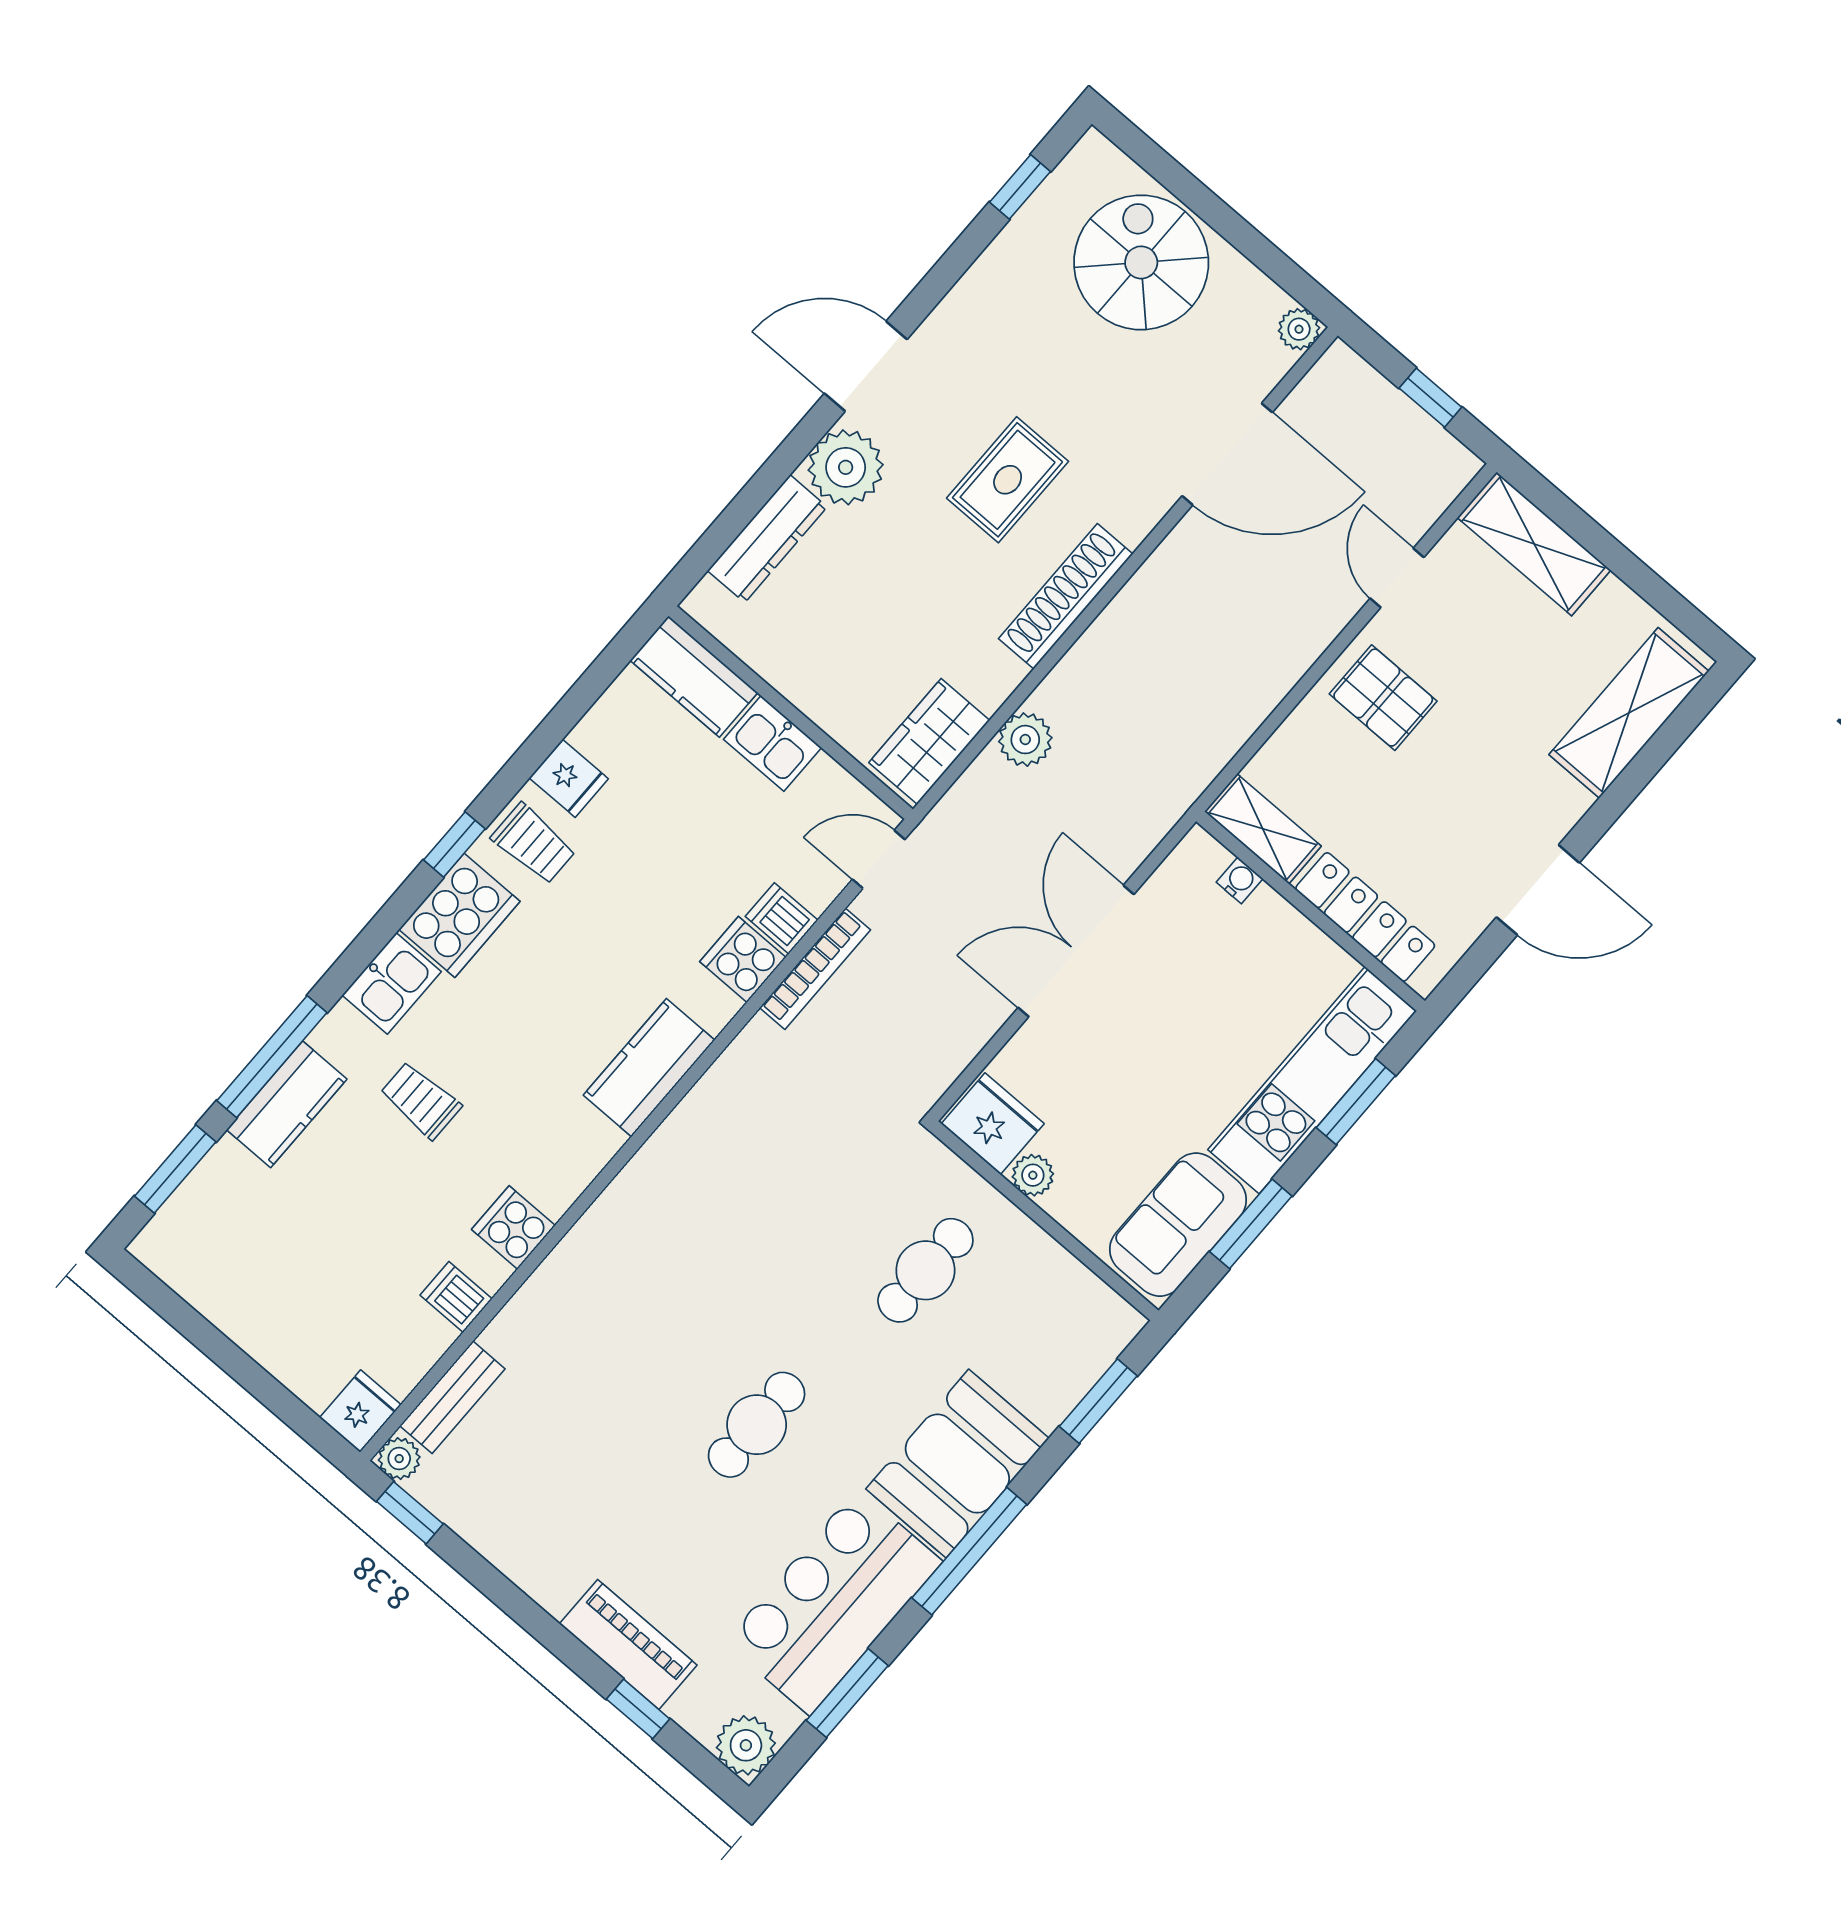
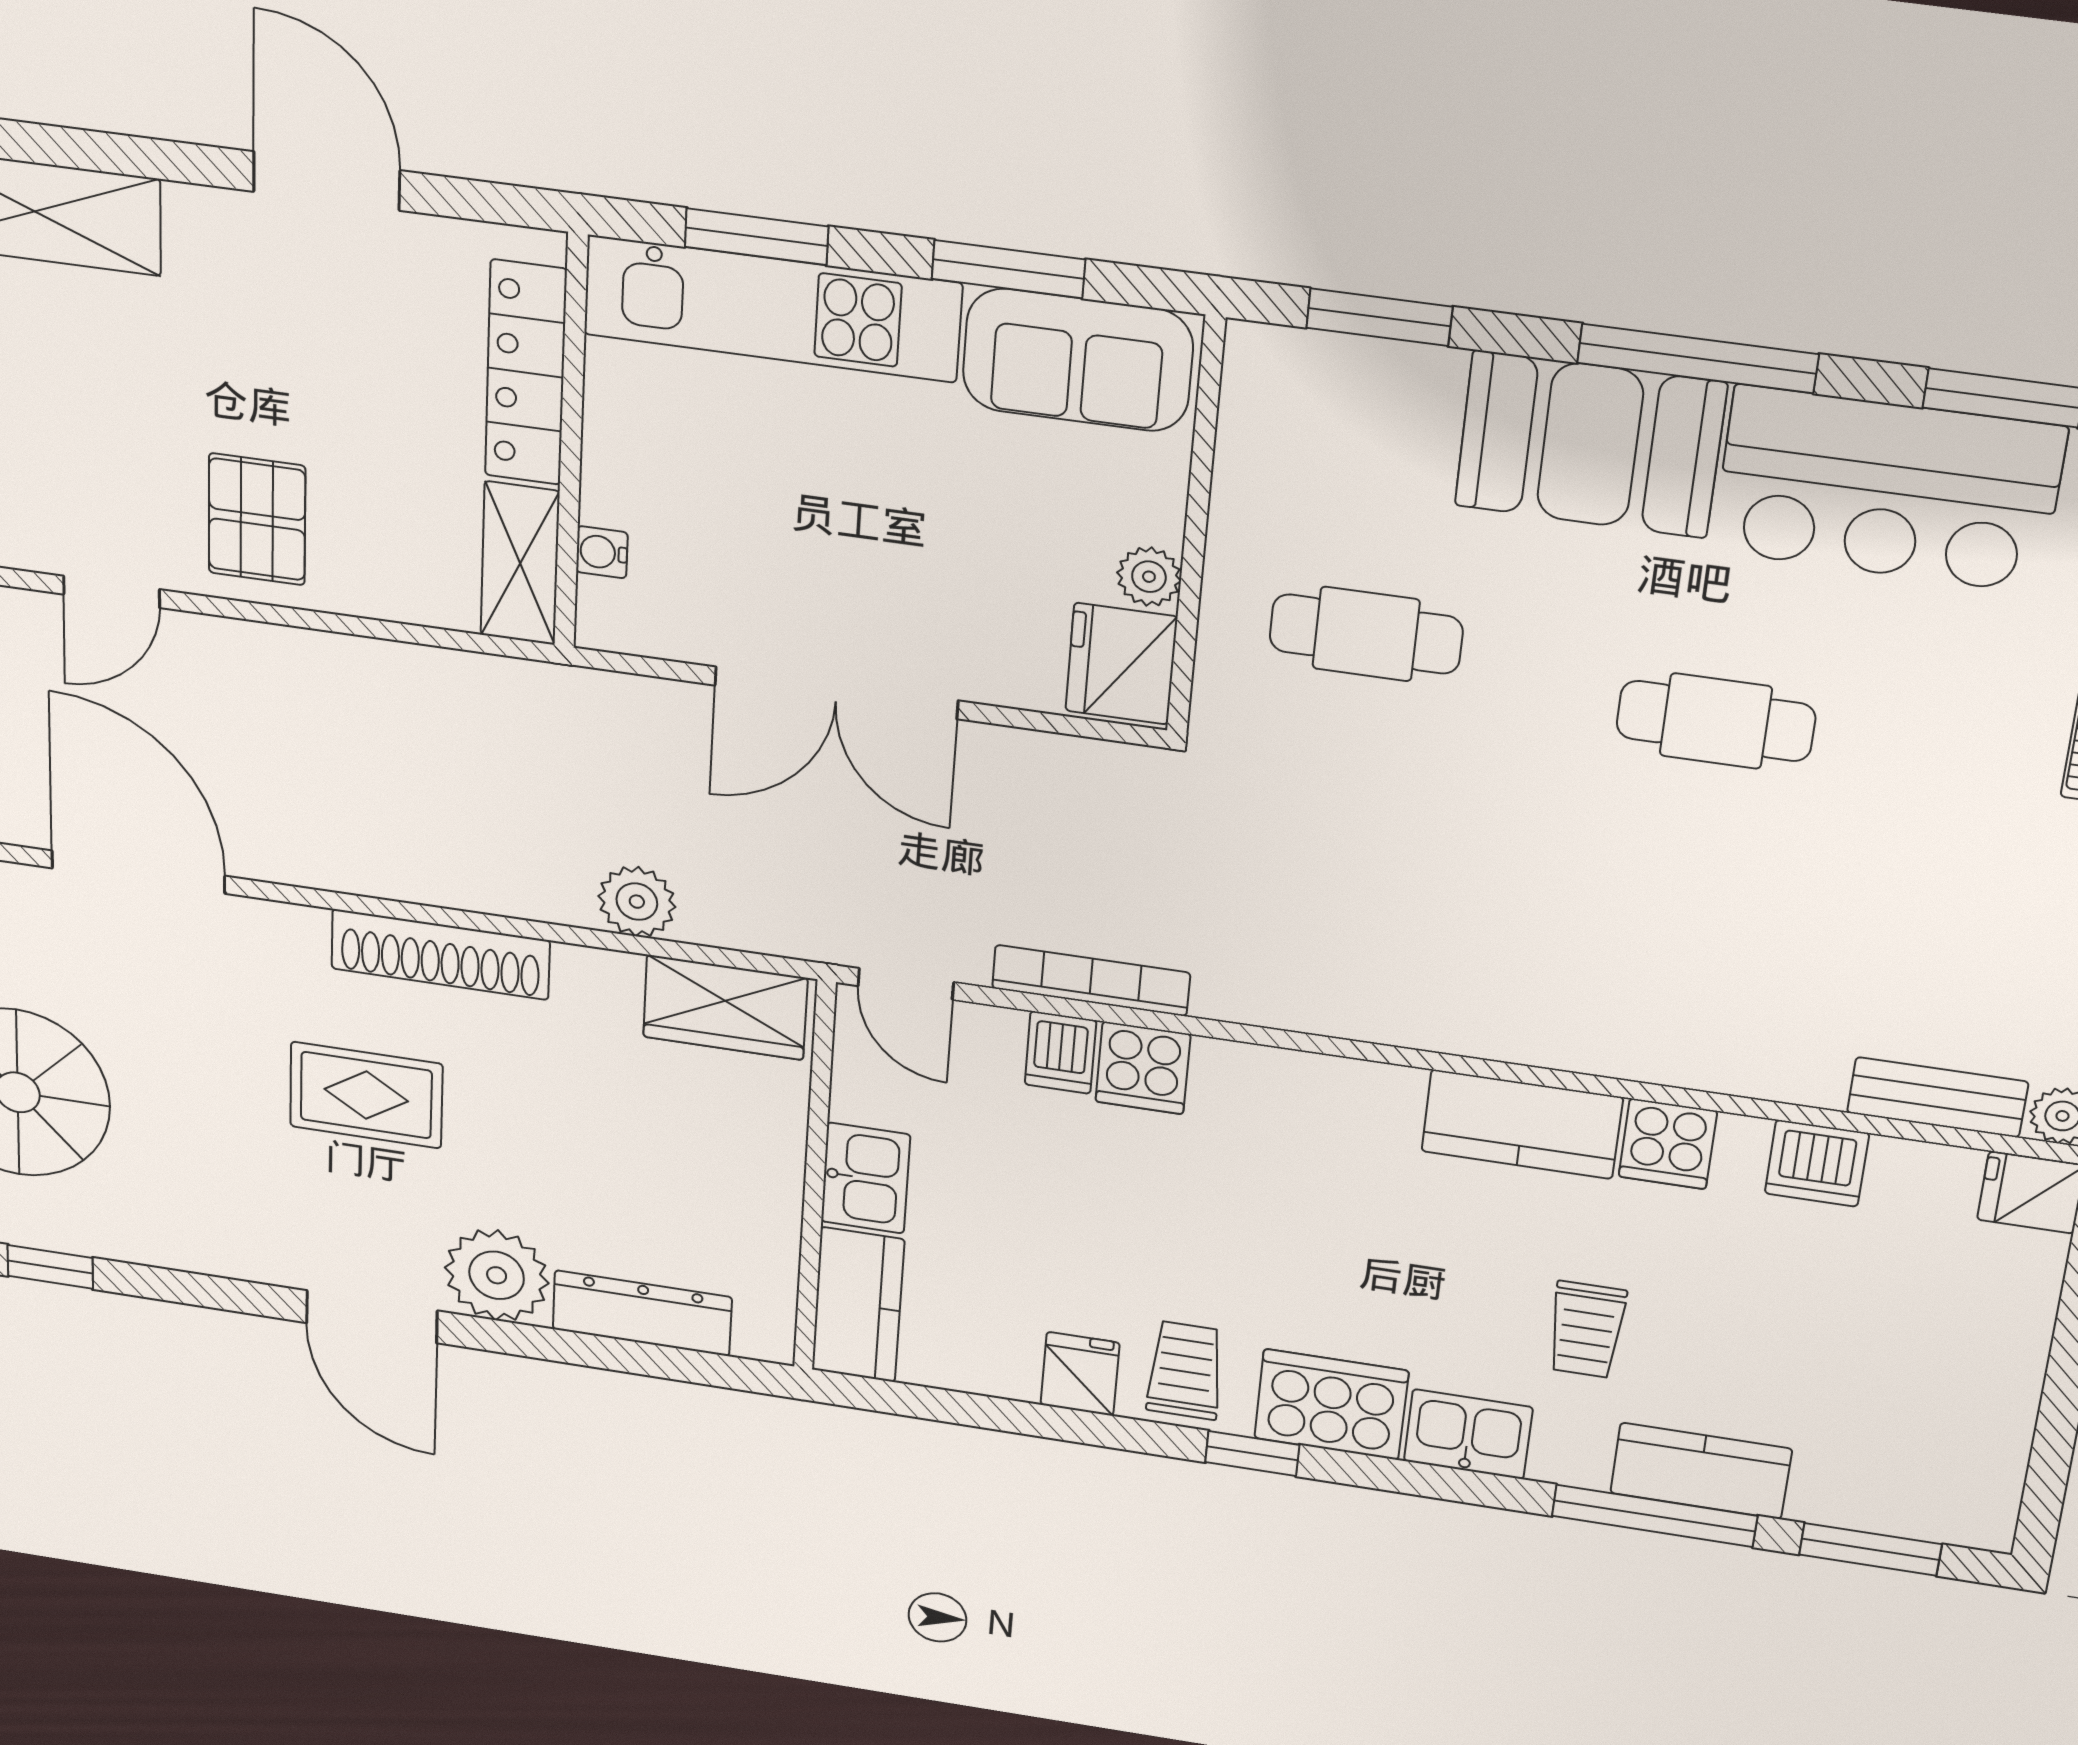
kitchen counter: (649, 1068) -> (1522, 1124), moved
dishwasher: (456, 1297) -> (1817, 1163), width x1.38

